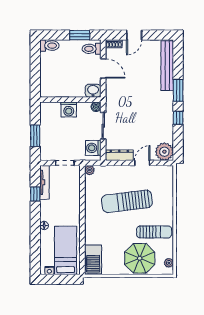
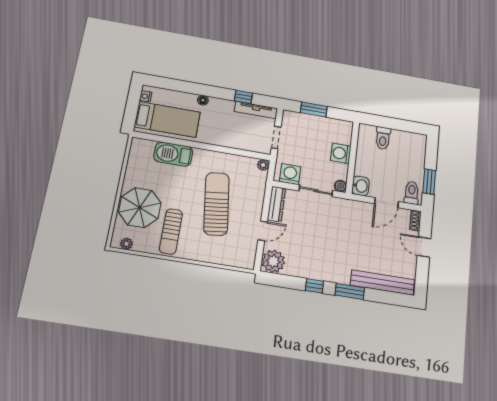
toilet: (49, 46) -> (383, 138), moved
door: (142, 163) -> (263, 231), hinge flipped
barbecue: (93, 259) -> (173, 154), moved

